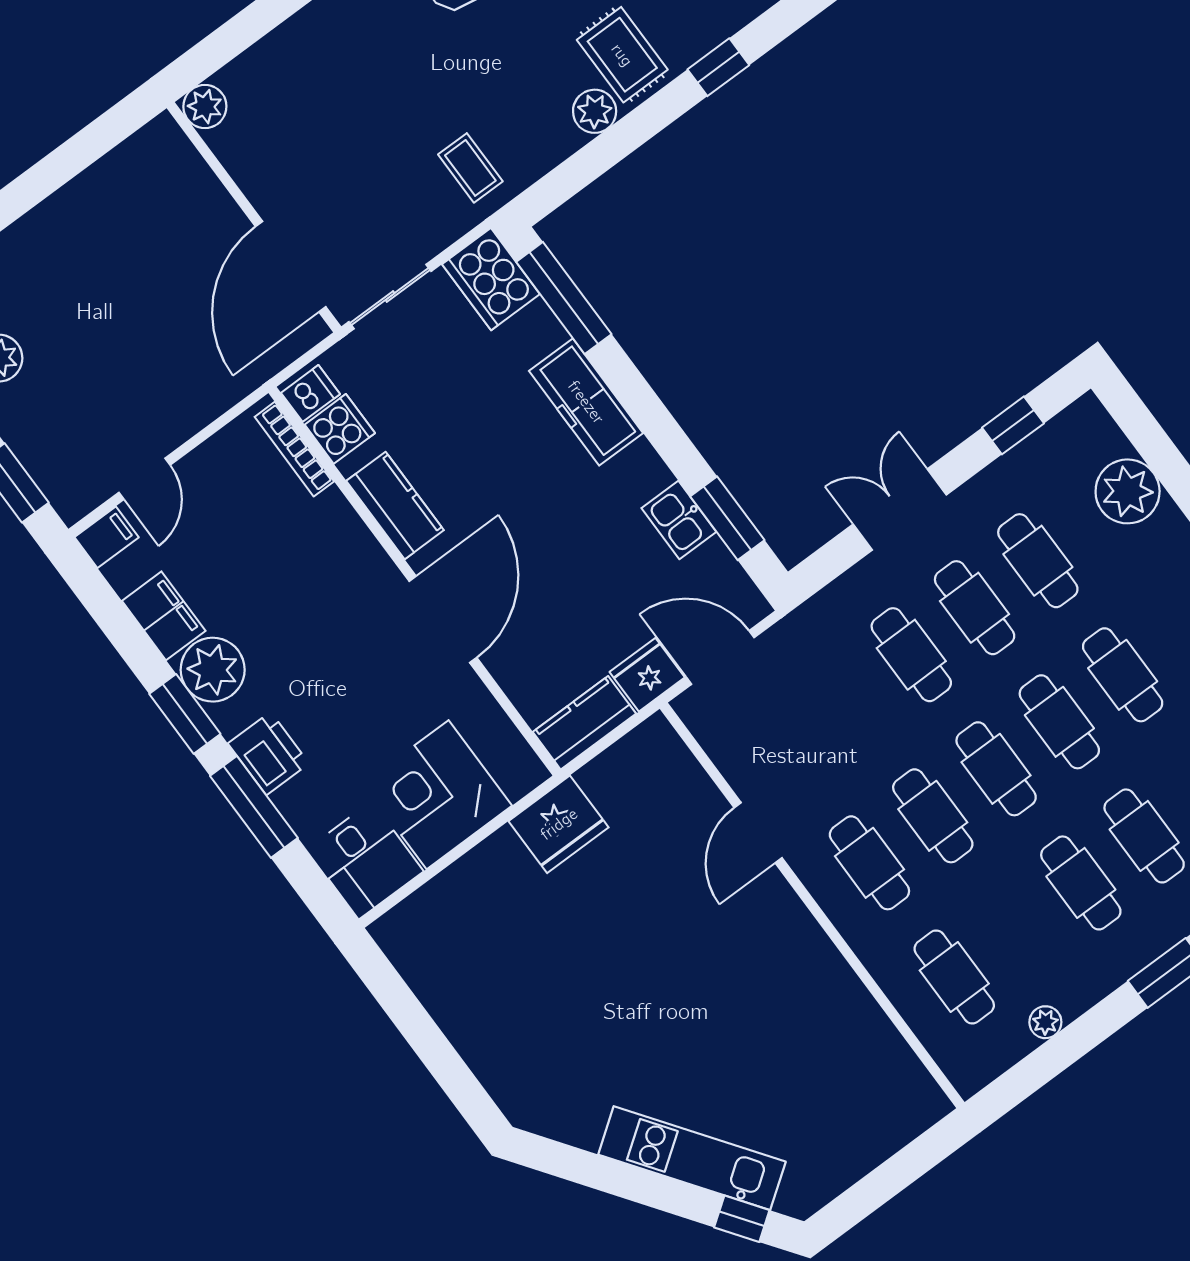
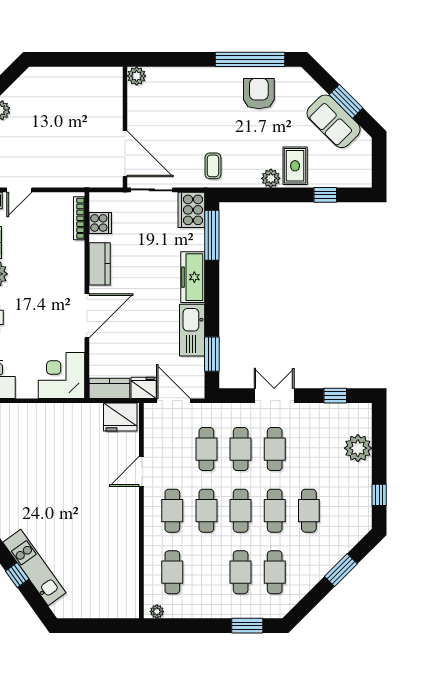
door: (291, 267) -> (125, 154), swing flipped
dishwasher: (310, 393) -> (99, 203), removed
kitchen sink: (679, 520) -> (192, 330), width x1.88, depth x1.24
cafe table: (1038, 561) -> (206, 449), moved
corner desk: (438, 795) -> (62, 375), moved
fridge: (559, 824) -> (120, 417), moved
plant: (1045, 1022) -> (157, 612), moved
window: (742, 1219) -> (17, 575), moved

